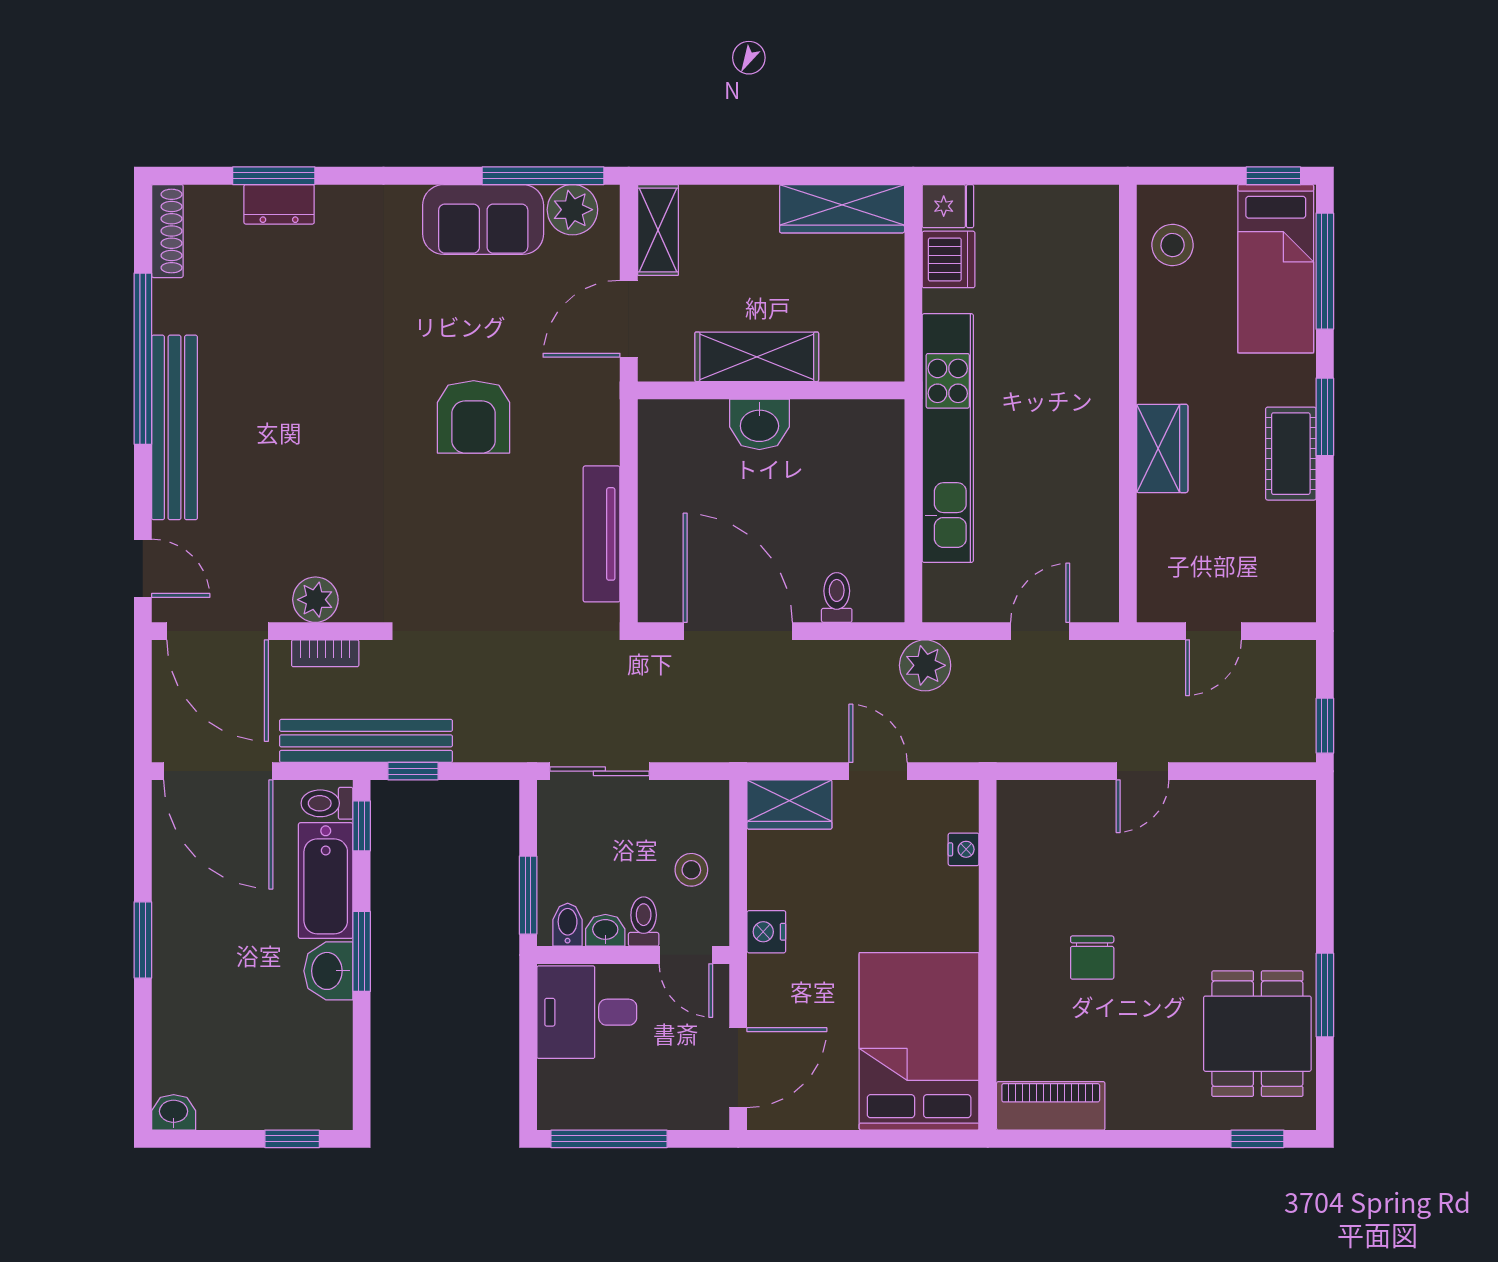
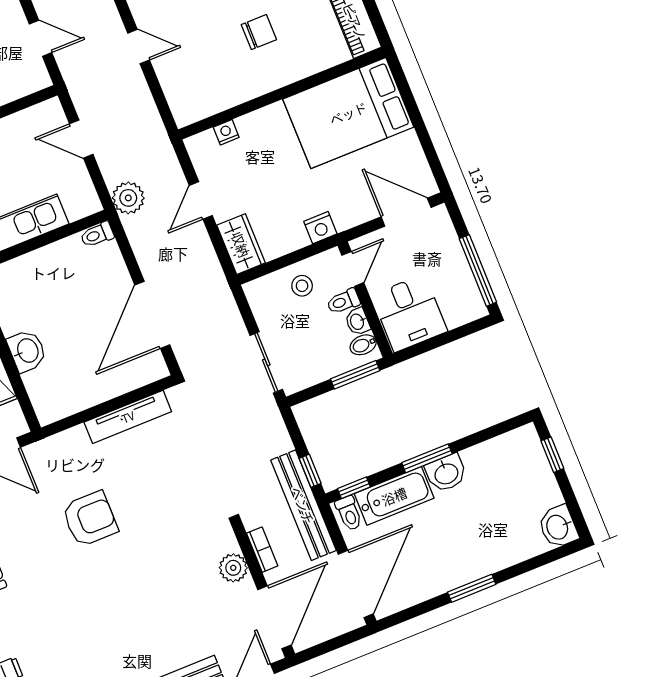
toilet: (837, 597) -> (97, 235), moved
washbasin: (174, 1112) -> (558, 527), width x1.38, depth x1.45

